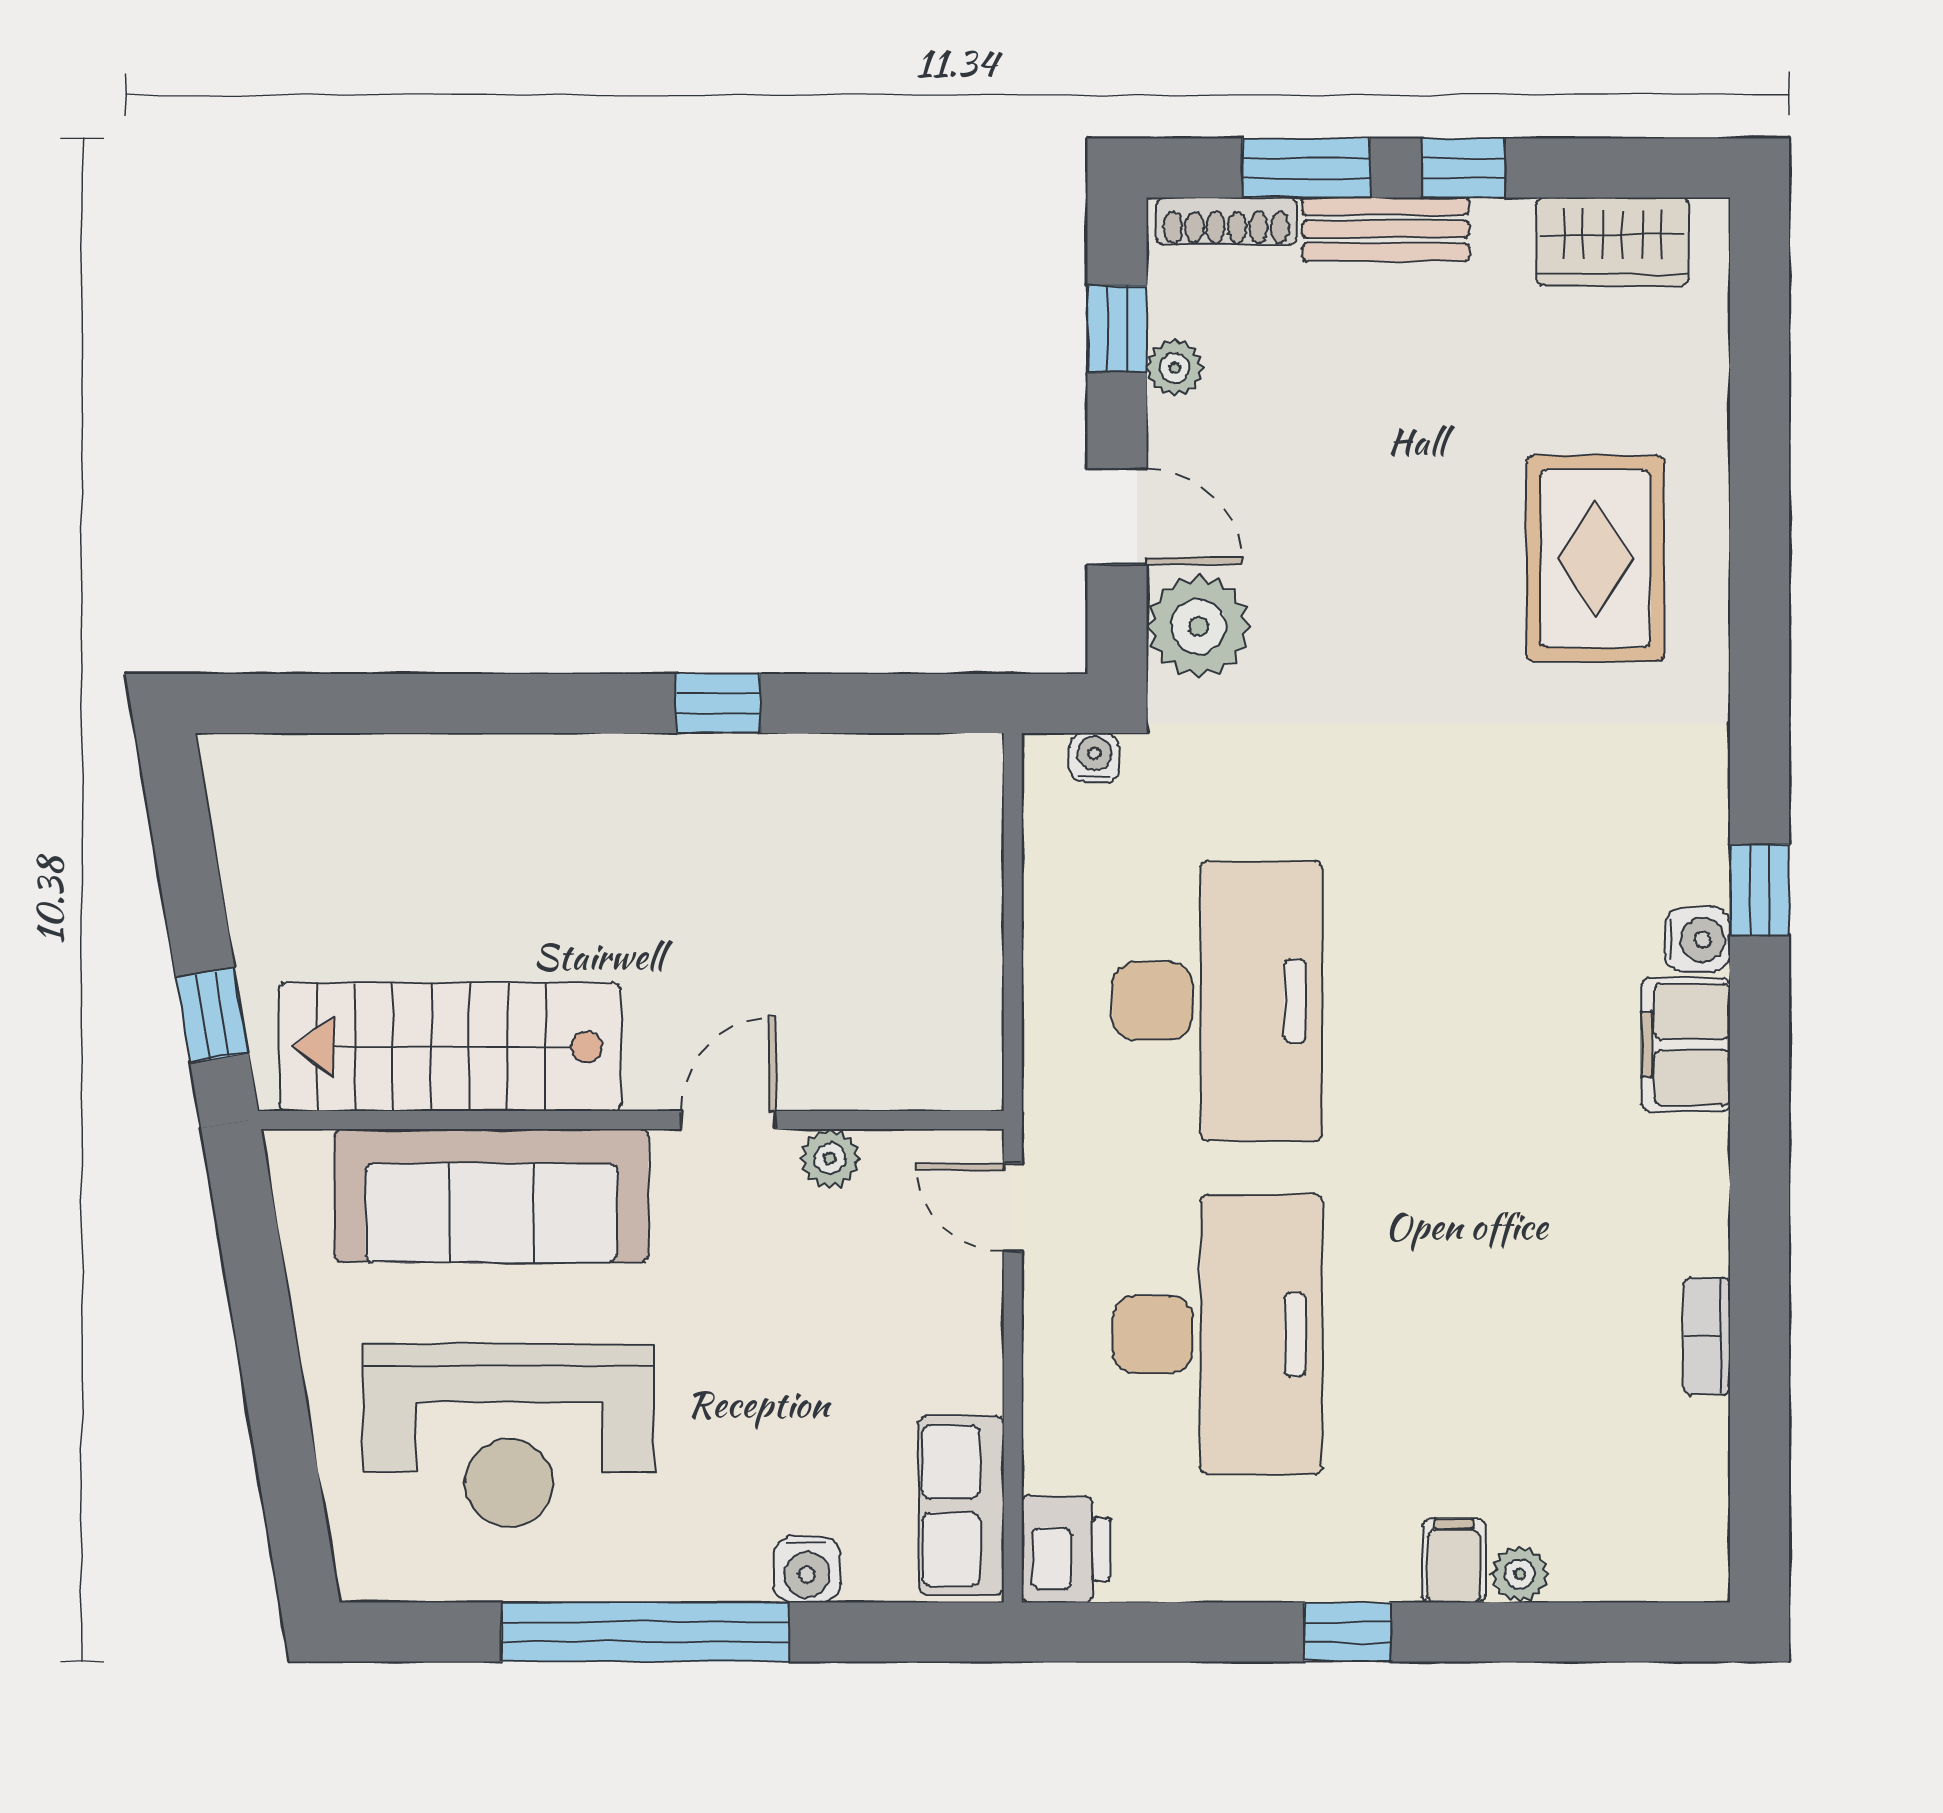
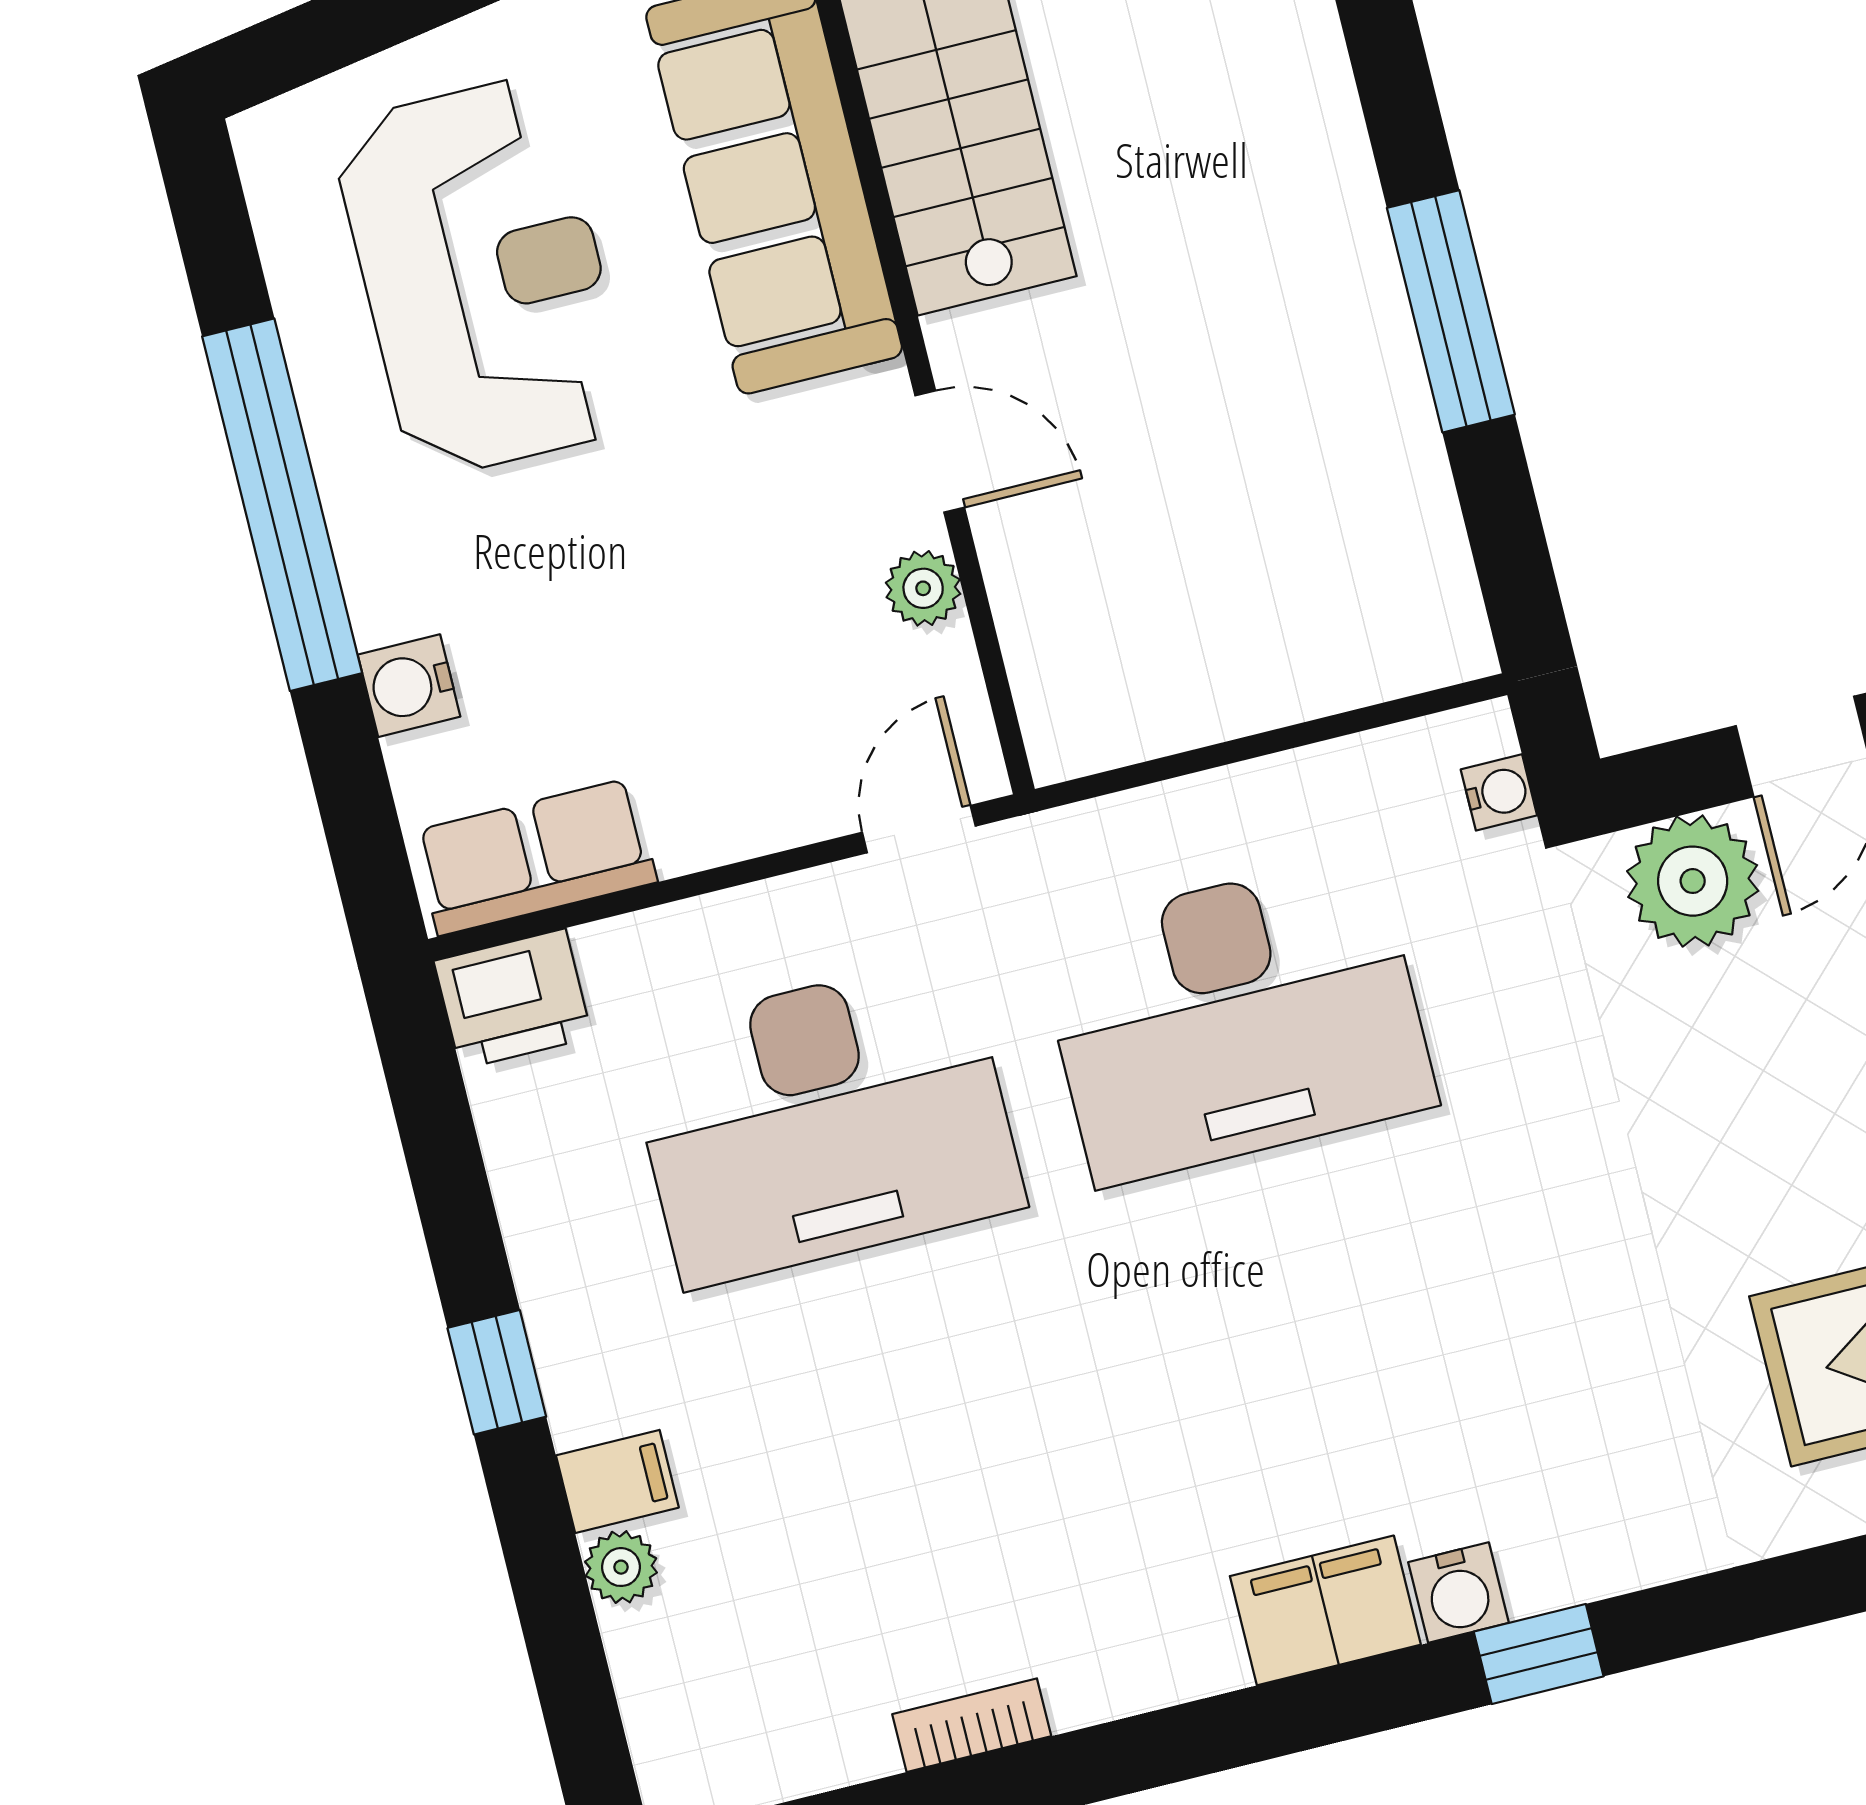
window: (718, 703) -> (1451, 311), width x2.17
reception desk: (509, 1435) -> (483, 277), turned 180

